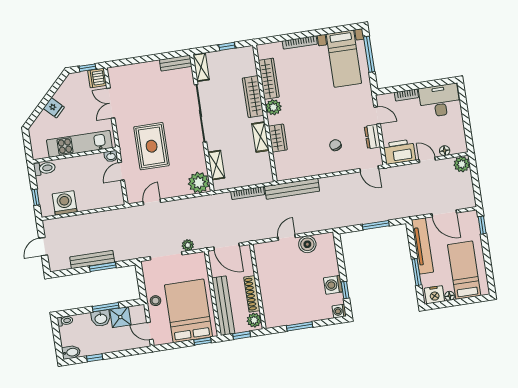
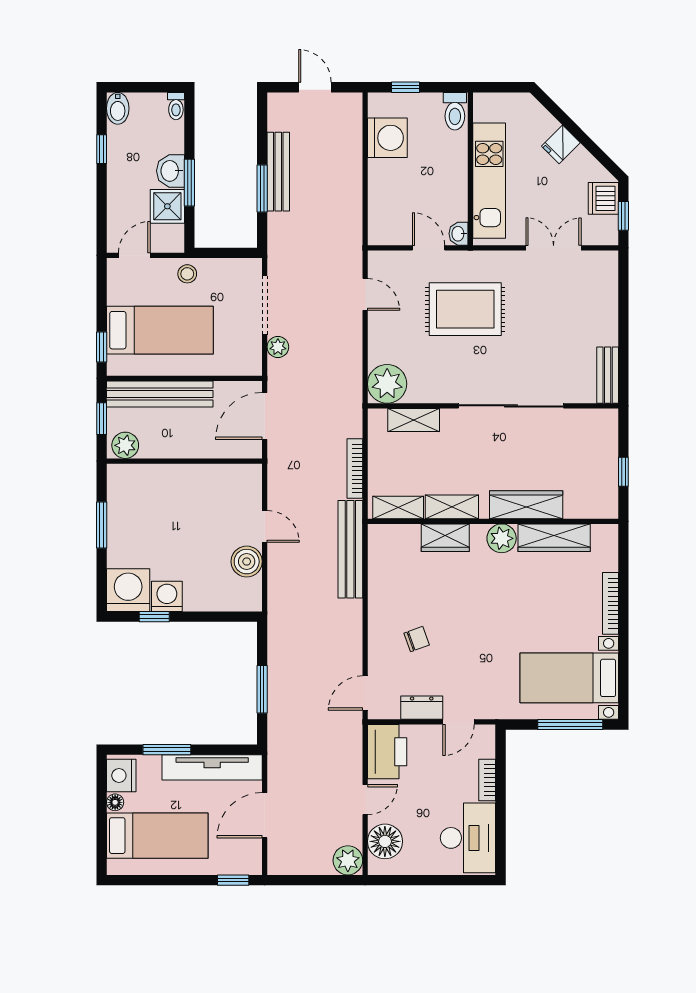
shelving: (201, 67) -> (398, 507), moved
dishwasher: (97, 78) -> (603, 198), moved, turned -90
floor lamp: (445, 151) -> (385, 841), width x1.89, depth x1.89
shoe rack: (252, 294) -> (173, 449), removed
bed: (188, 311) -> (160, 330), width x0.67
washing machine: (339, 311) -> (128, 590), width x1.89, depth x1.89

